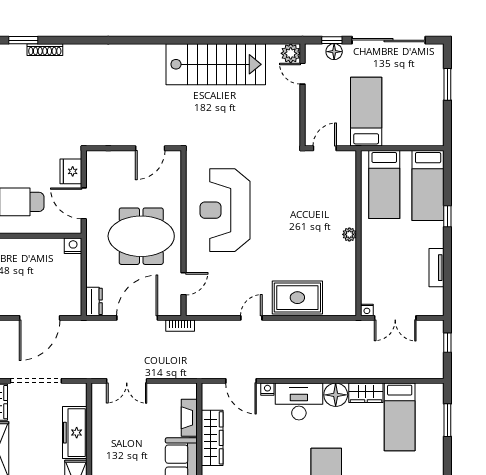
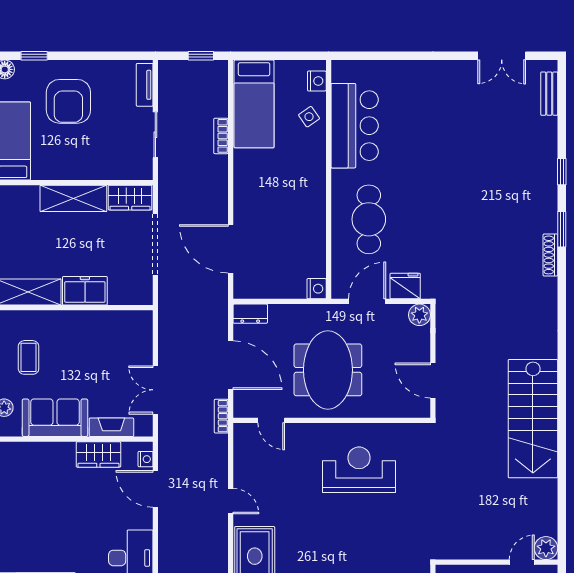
stairs: (216, 64) -> (533, 419), moved
plant: (95, 159) -> (419, 315), added
reception desk: (225, 210) -> (359, 470), width x0.74, depth x0.77
double door: (127, 381) -> (155, 390), moved
door: (241, 381) -> (155, 489), hinge flipped
nightstand: (267, 389) -> (146, 459), moved
freezer: (75, 433) -> (85, 291), width x0.71
wardrobe: (212, 438) -> (98, 454), width x0.67

